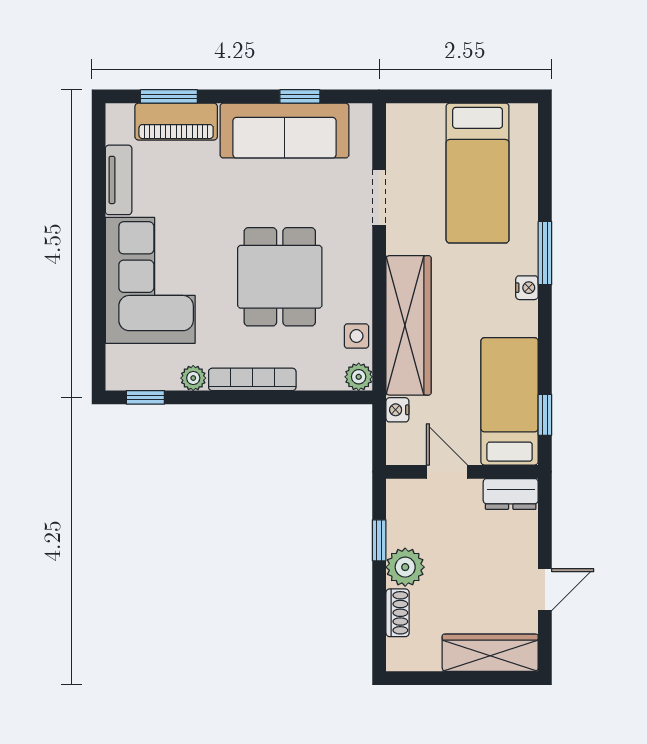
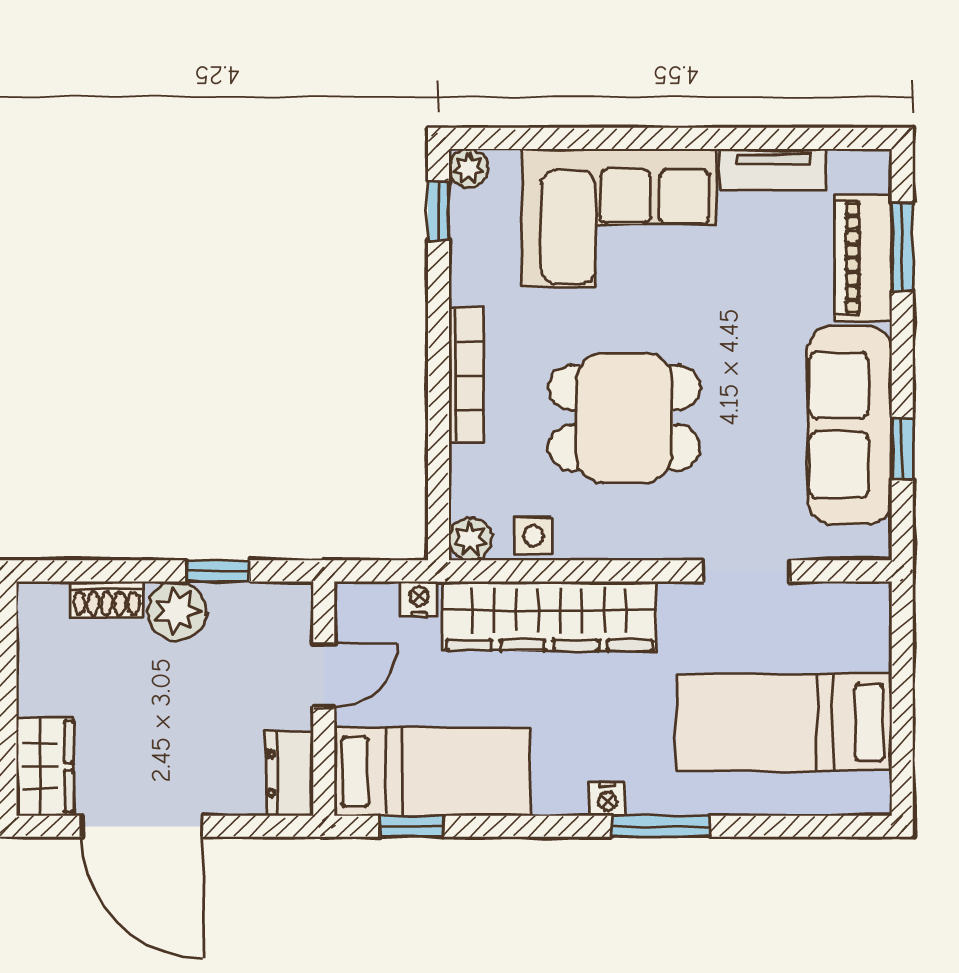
plant: (193, 378) -> (468, 168), moved
door: (545, 590) -> (142, 826), width x1.87
wardrobe: (490, 653) -> (45, 767), width x0.67

